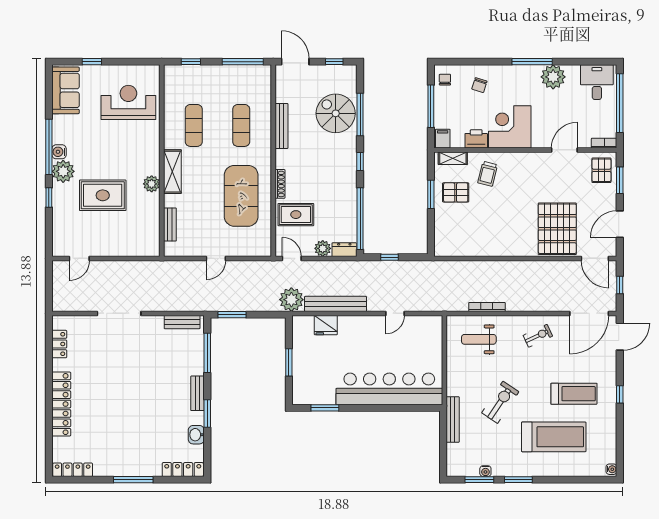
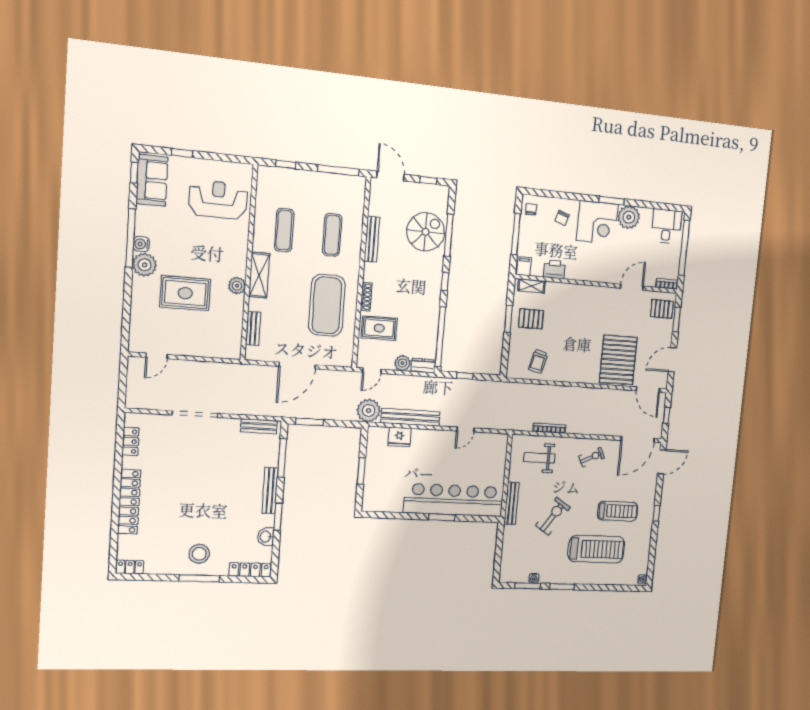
window: (532, 62) -> (612, 201), width x0.69
spiral stairs: (336, 113) -> (426, 232), turned 90
corner desk: (510, 127) -> (597, 223), moved, turned 180
pallet: (601, 170) -> (662, 309), turned 90
trolley: (488, 174) -> (538, 361), moved
window: (49, 198) -> (134, 173), moved
door: (216, 258) -> (297, 366), width x1.88
door: (292, 258) -> (372, 371), swing flipped
bench: (198, 393) -> (270, 491), width x1.36
window: (325, 408) -> (442, 517), moved
bench: (453, 420) -> (511, 503), moved
stool: (132, 454) -> (199, 554), added
locker: (73, 470) -> (130, 567), width x0.66

